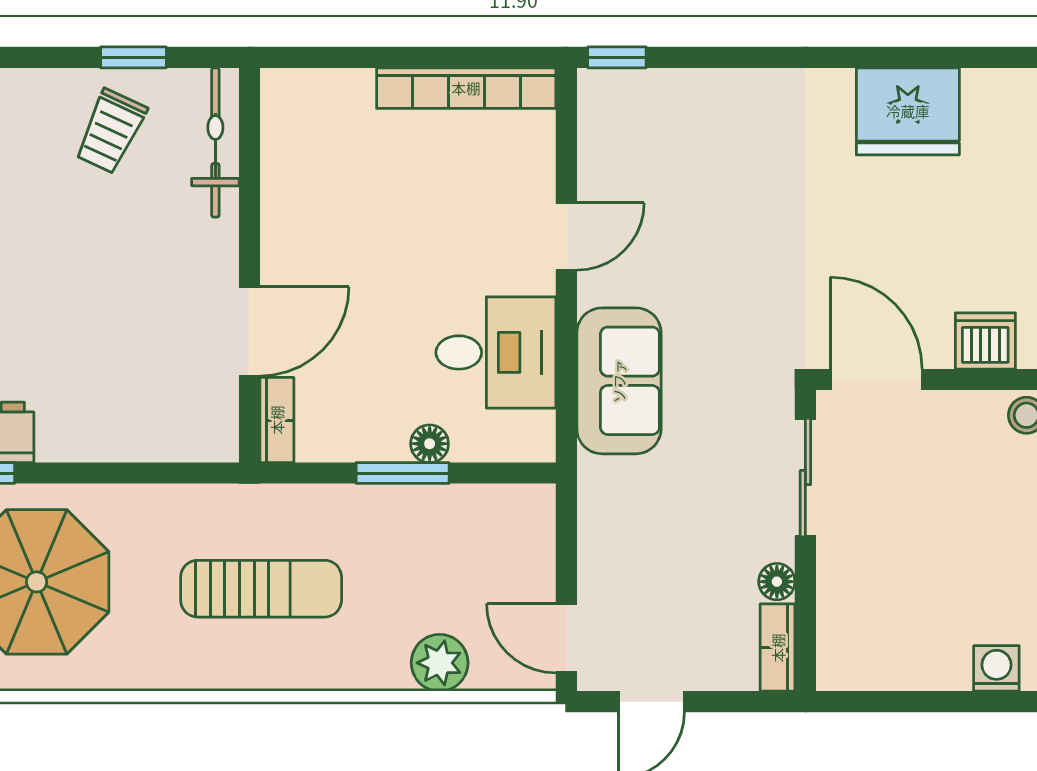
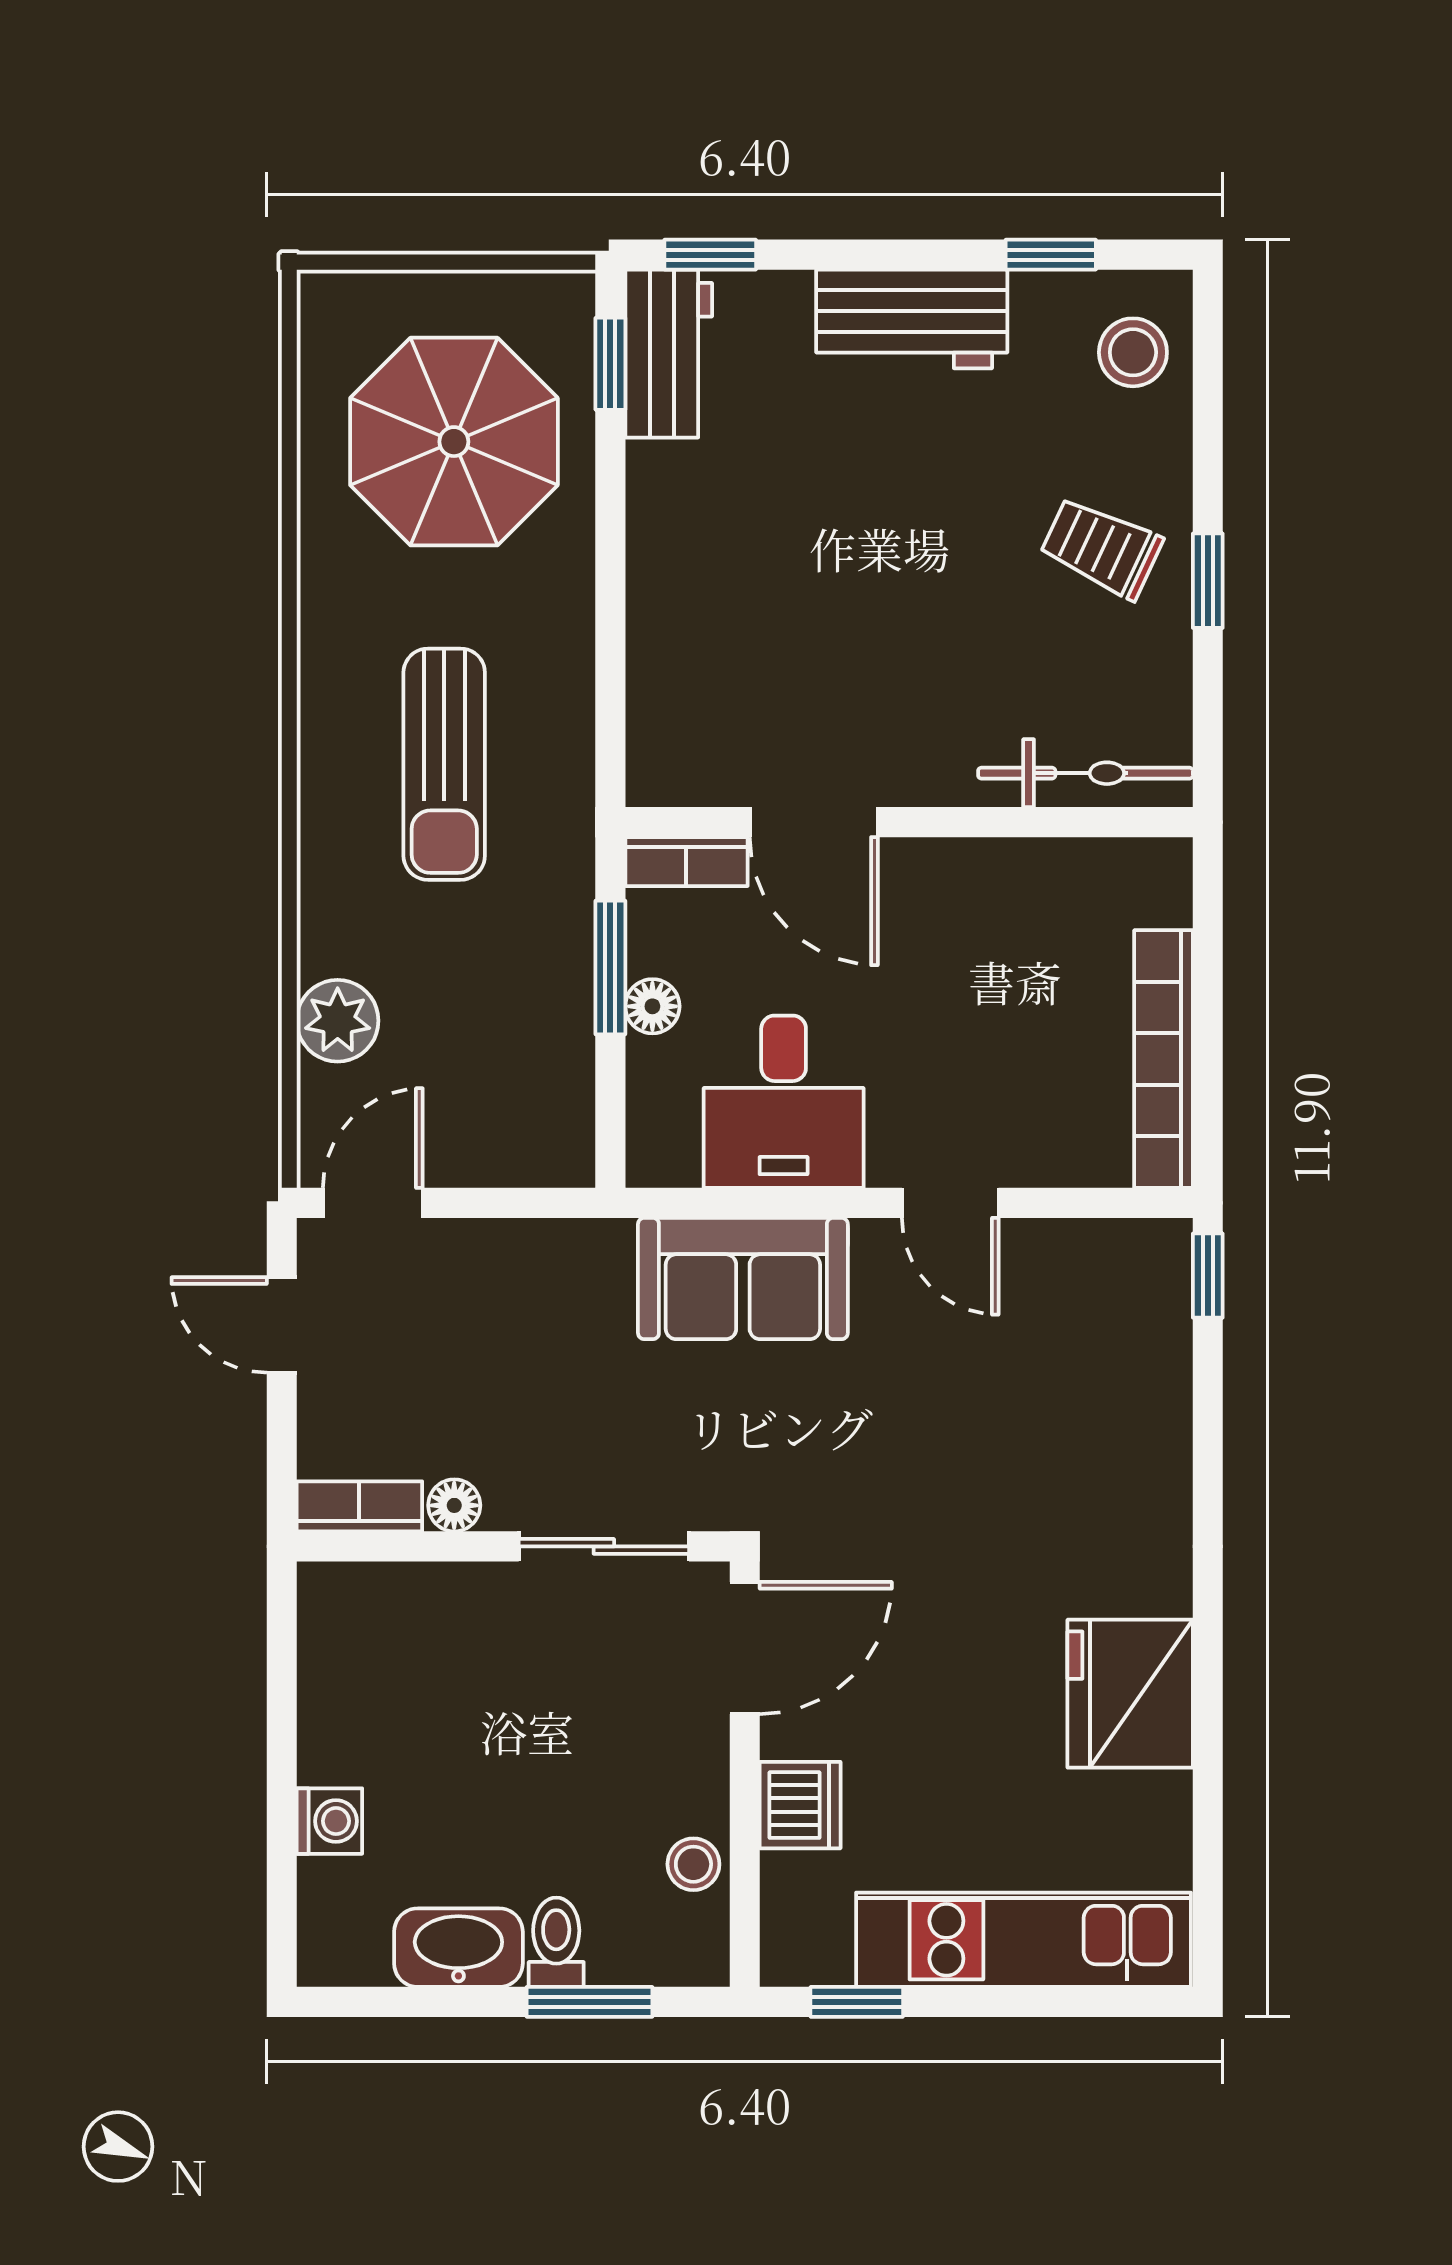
bicycle: (215, 142) -> (1085, 773), moved
wall: (249, 265) -> (909, 822), moved
door: (249, 331) -> (814, 822), moved
bookcase: (277, 420) -> (686, 862), moved

